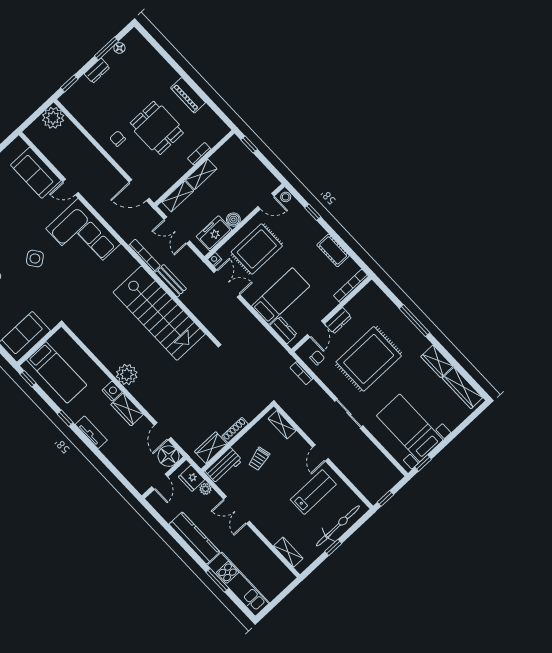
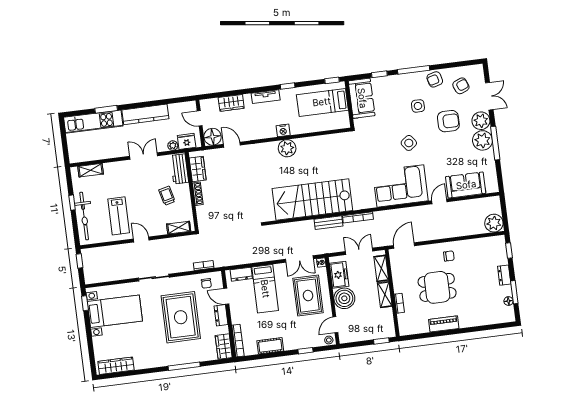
boiler: (233, 220) -> (344, 298), width x1.86, depth x1.86
wardrobe: (437, 361) -> (224, 346), moved, turned -90
wardrobe: (127, 409) -> (231, 103), moved, turned 180

